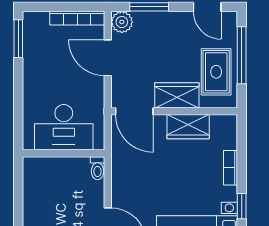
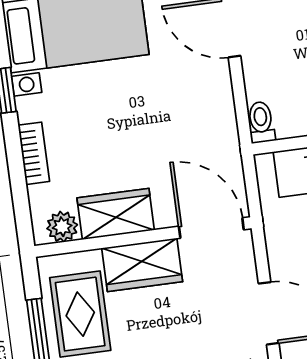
plant: (220, 123) -> (62, 227), added

